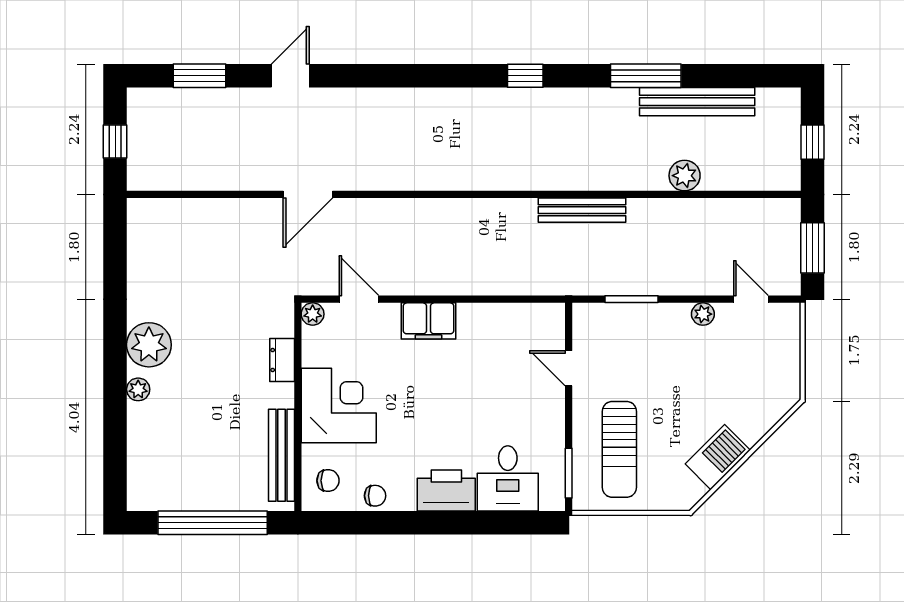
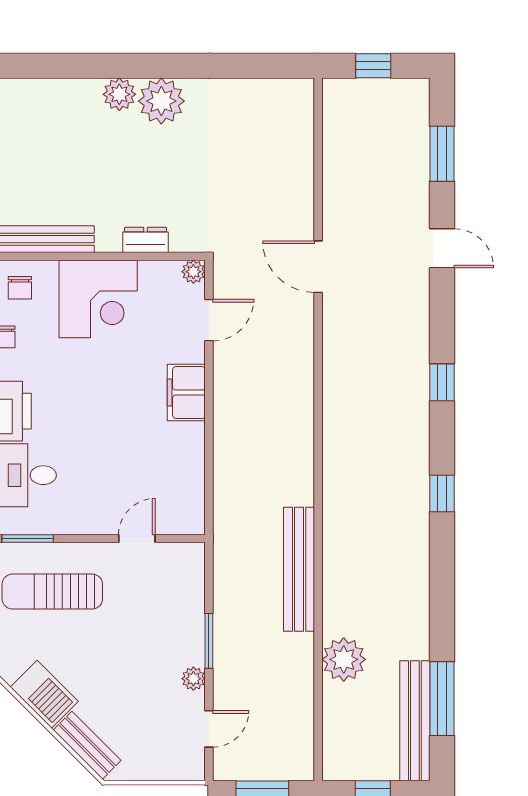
window: (419, 76) -> (442, 382), added
window: (646, 76) -> (442, 699), moved
bench: (697, 102) -> (415, 721), moved
plant: (685, 176) -> (344, 659), width x1.36, depth x1.36
bench: (582, 210) -> (299, 569), width x1.37, depth x1.21
window: (632, 299) -> (209, 641), moved
plant: (138, 389) -> (119, 94), width x1.38, depth x1.38
bench: (767, 416) -> (87, 745), added

